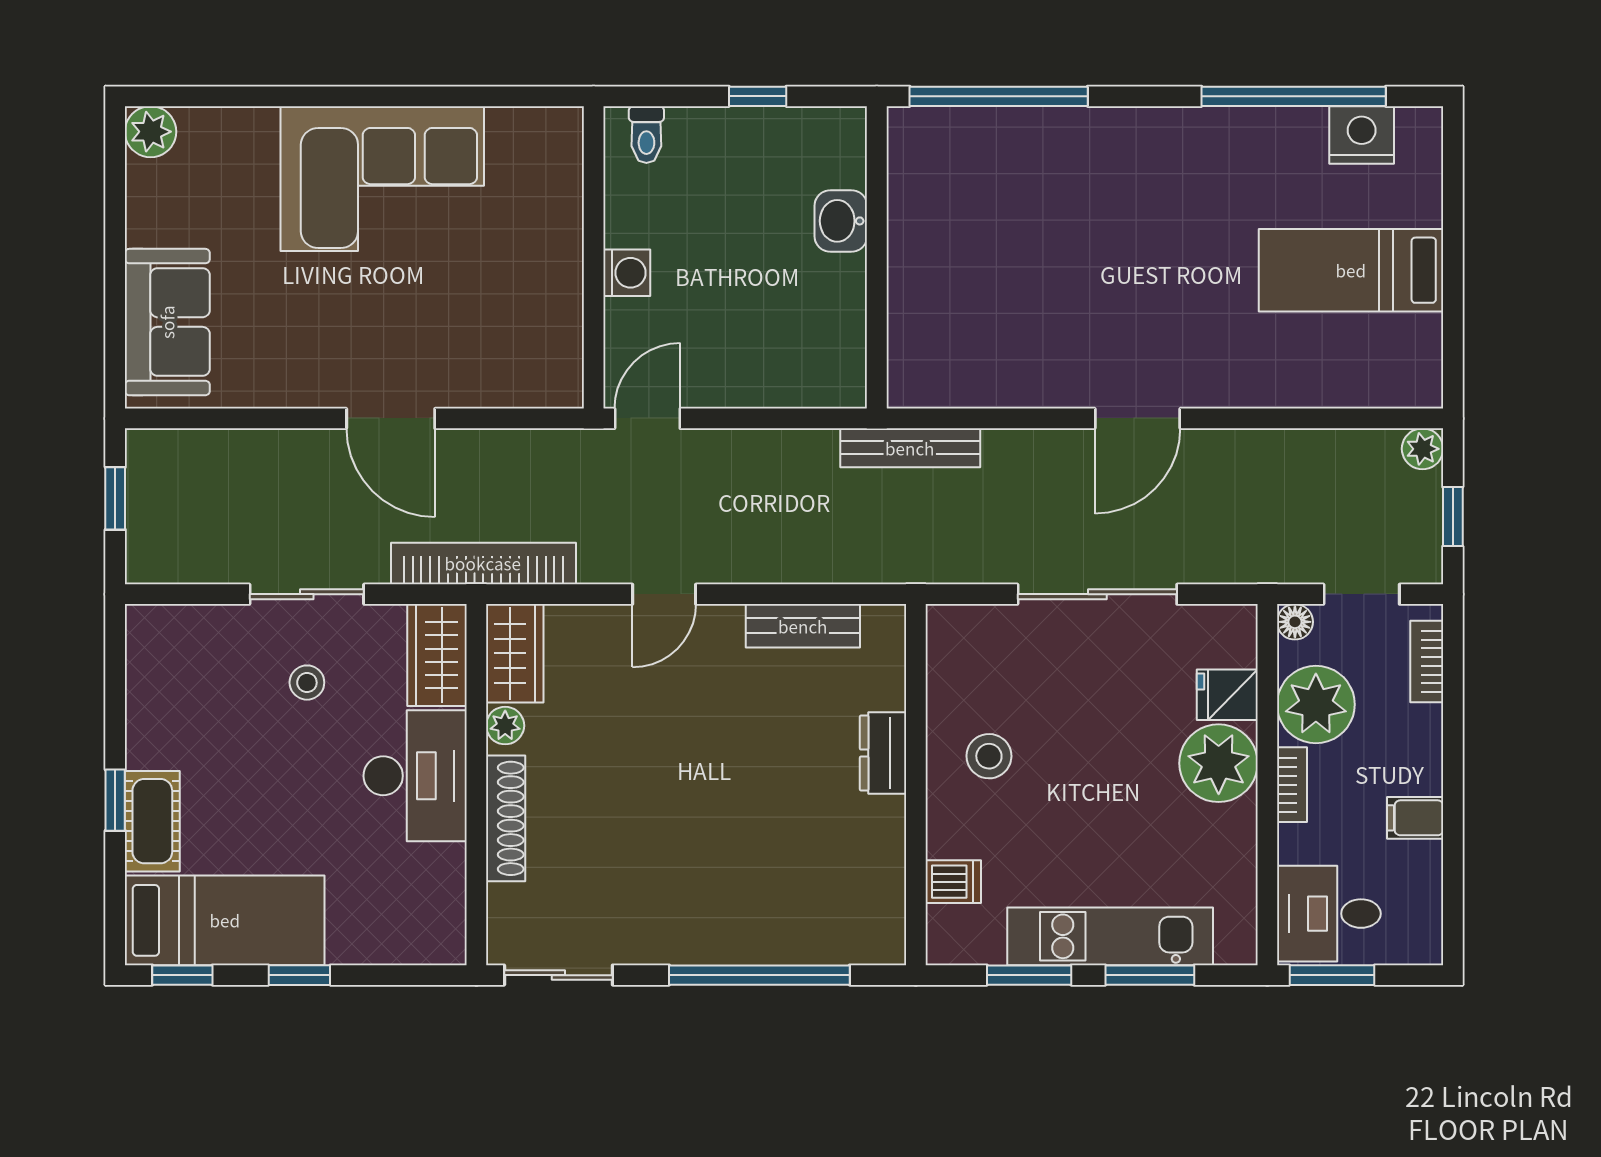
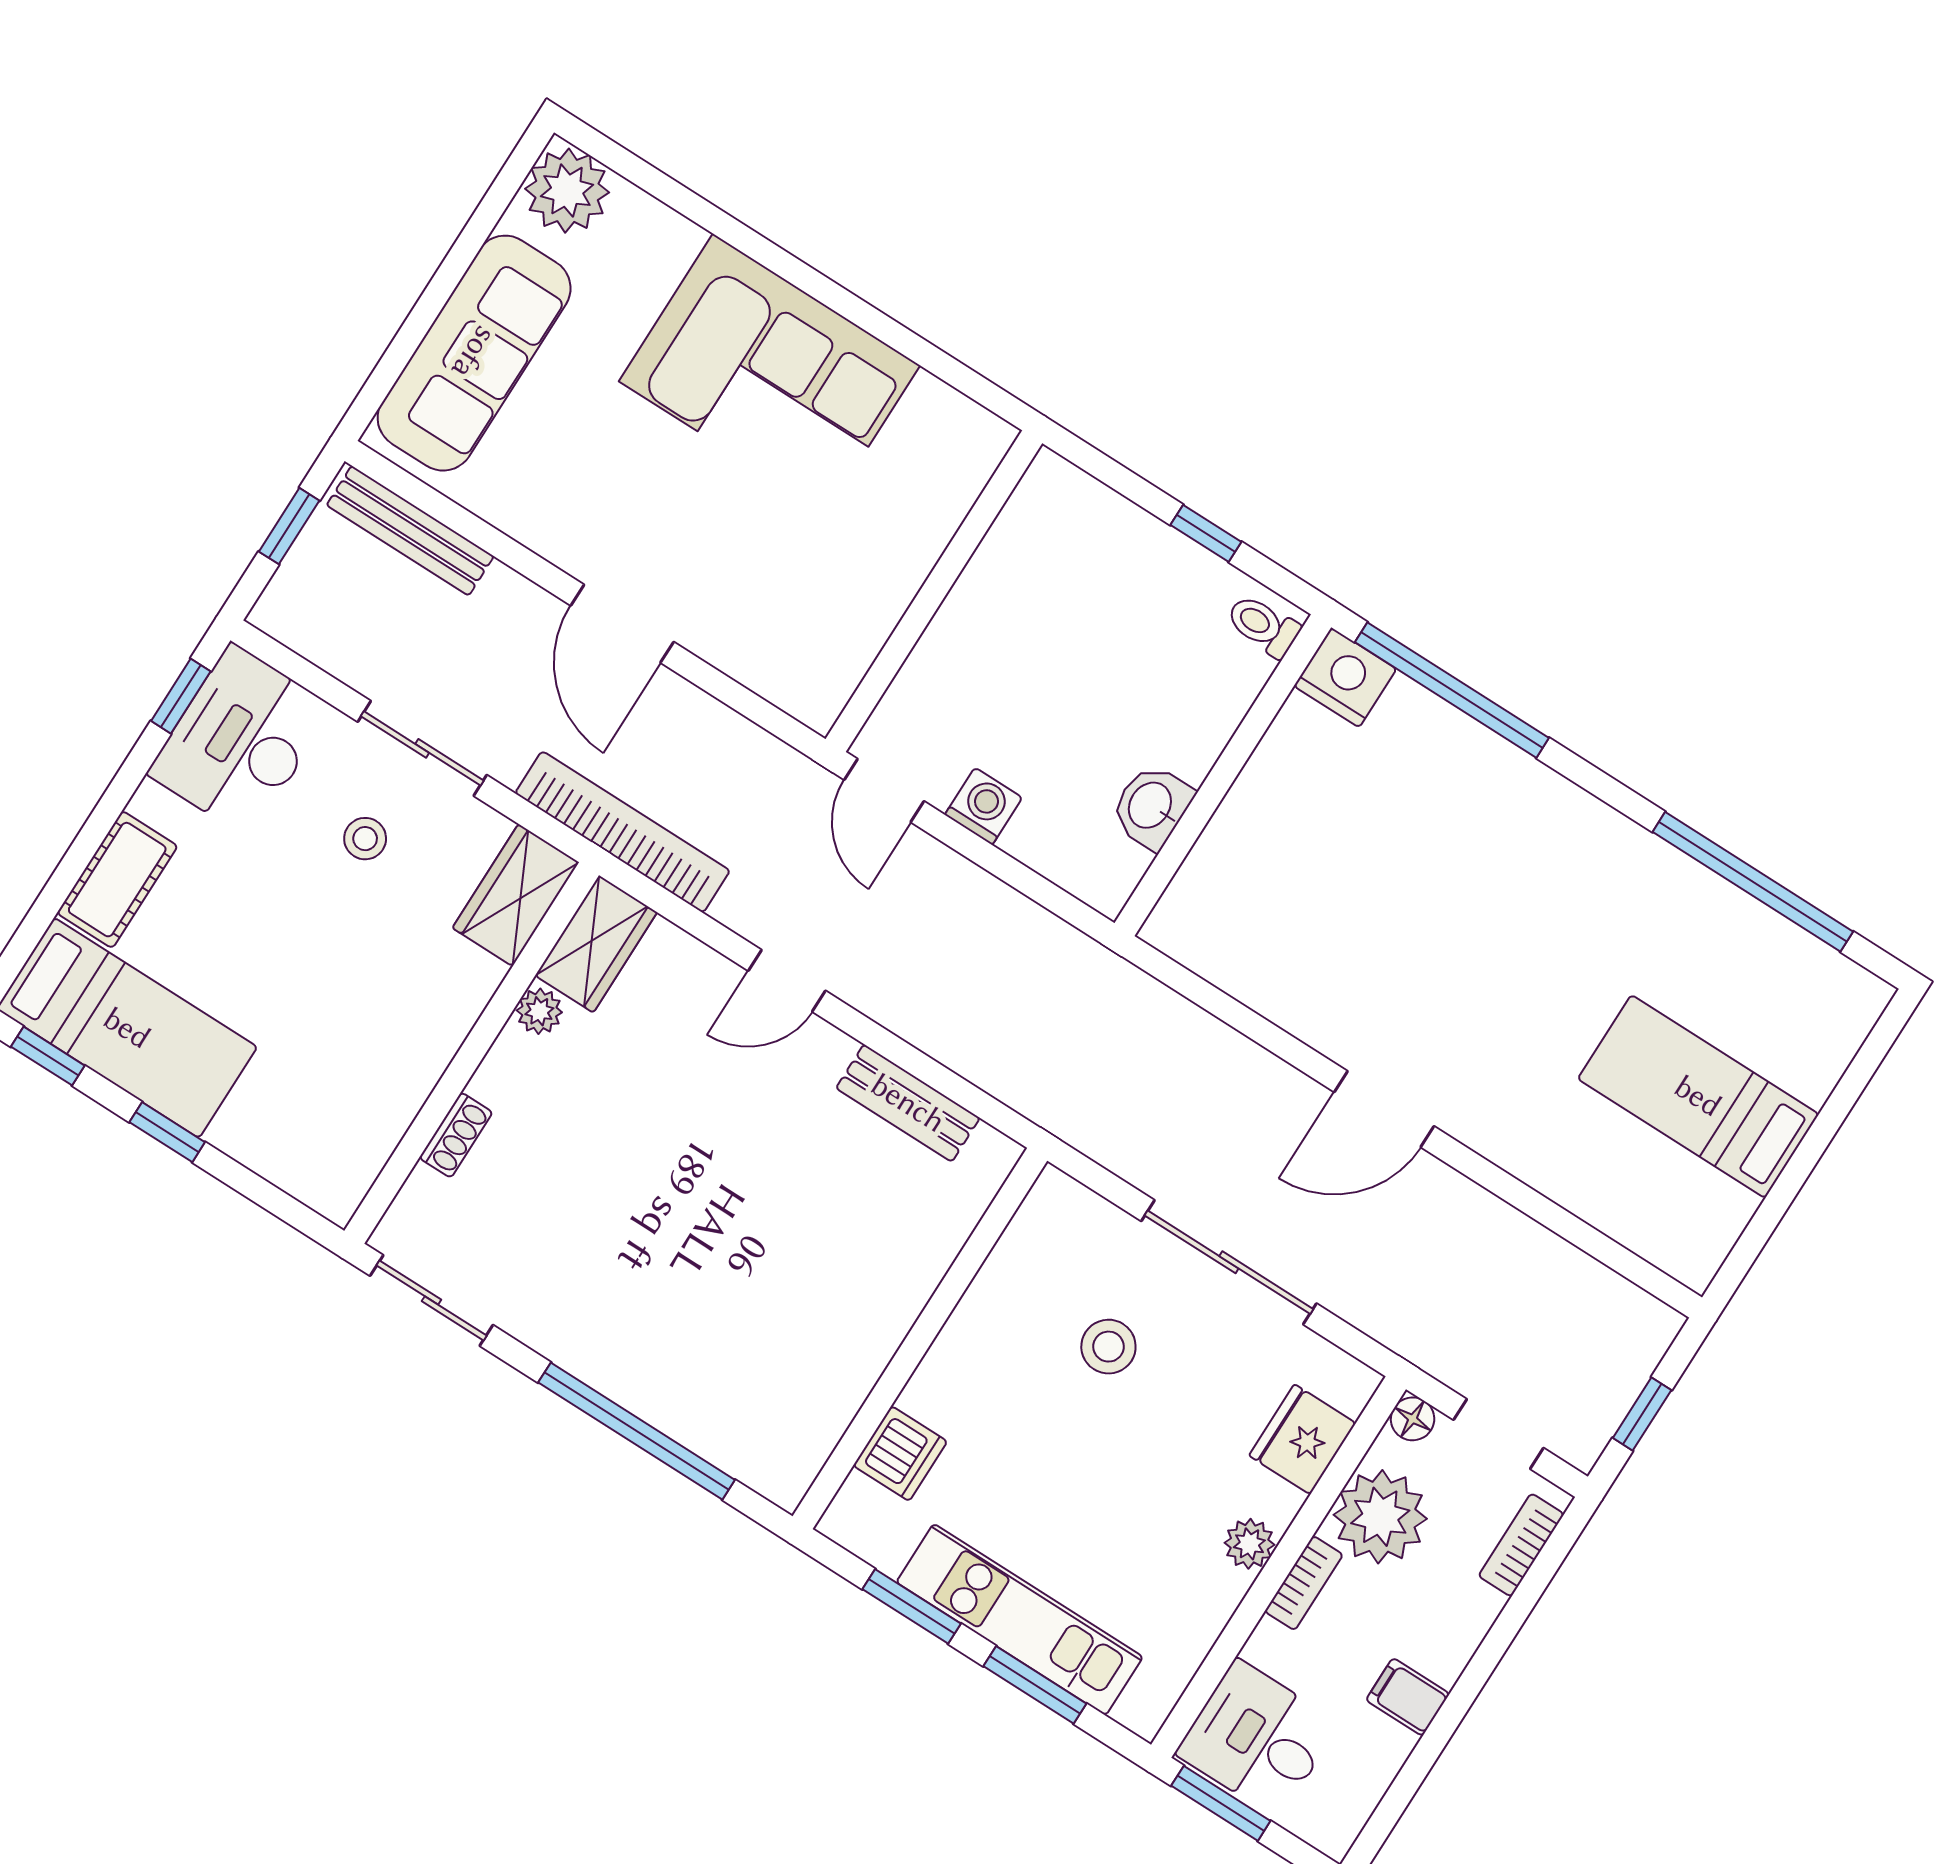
plant: (151, 132) -> (567, 191), width x1.36, depth x1.36
toilet: (646, 135) -> (1263, 626), moved, turned 90
nightstand: (1362, 135) -> (1345, 678), moved
washbasin: (841, 221) -> (1151, 806), moved
washing machine: (627, 273) -> (983, 806), moved, turned -90
sofa: (167, 322) -> (474, 353), width x1.36
door: (647, 418) -> (884, 791), swing flipped
bench: (910, 448) -> (410, 531), moved
plant: (1423, 449) -> (1655, 1325), removed
fridge: (1227, 695) -> (1302, 1439), width x1.38
dresser: (883, 753) -> (907, 1285), removed
stool: (989, 756) -> (1108, 1347), moved
plant: (1219, 763) -> (1249, 1544), width x0.53, depth x0.53
desk: (415, 776) -> (240, 741), moved, turned 180
window: (115, 800) -> (181, 696), moved
shoe rack: (506, 818) -> (456, 1135), width x0.51, depth x0.81
dishwasher: (953, 882) -> (900, 1454), width x1.38

